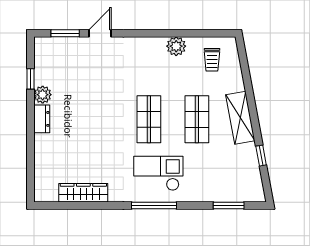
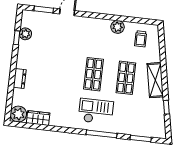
plant: (43, 95) -> (25, 34), moved
dresser: (42, 119) -> (20, 78), moved
plant: (46, 190) -> (18, 114), added
wardrobe: (83, 193) -> (38, 118), width x0.67
window: (154, 205) -> (102, 134), moved

